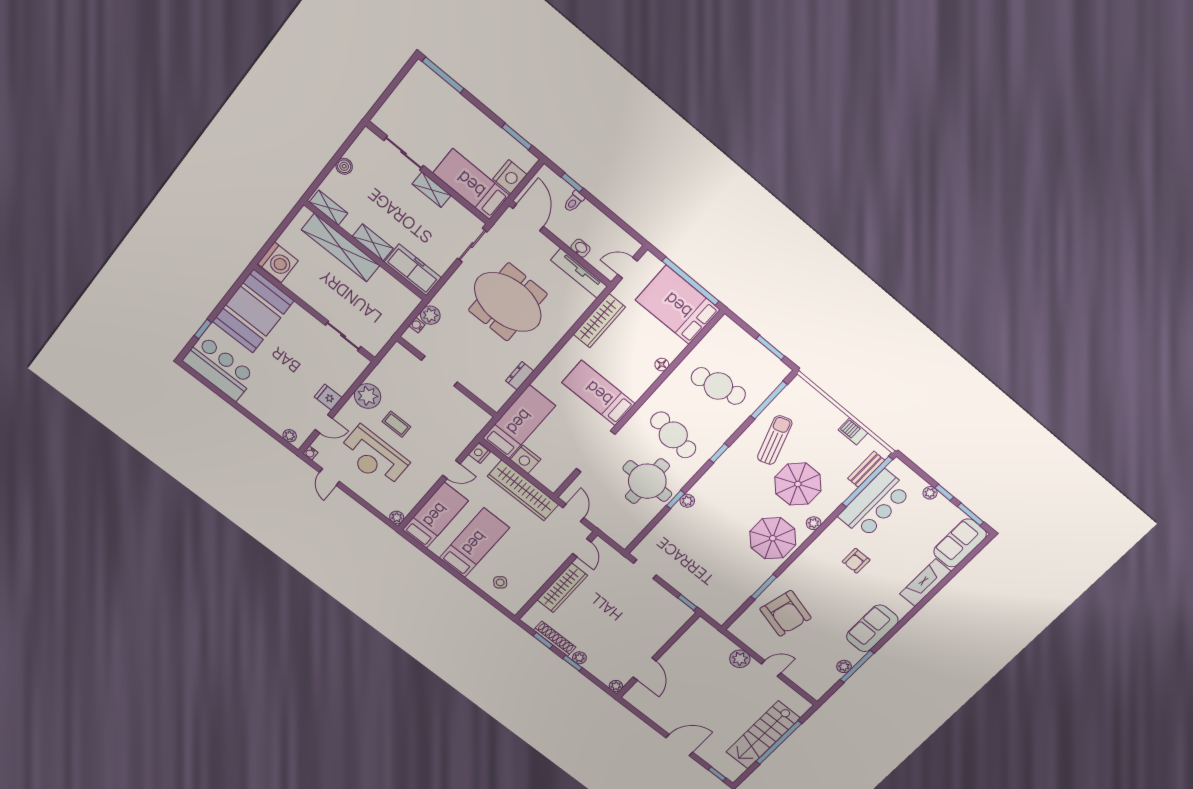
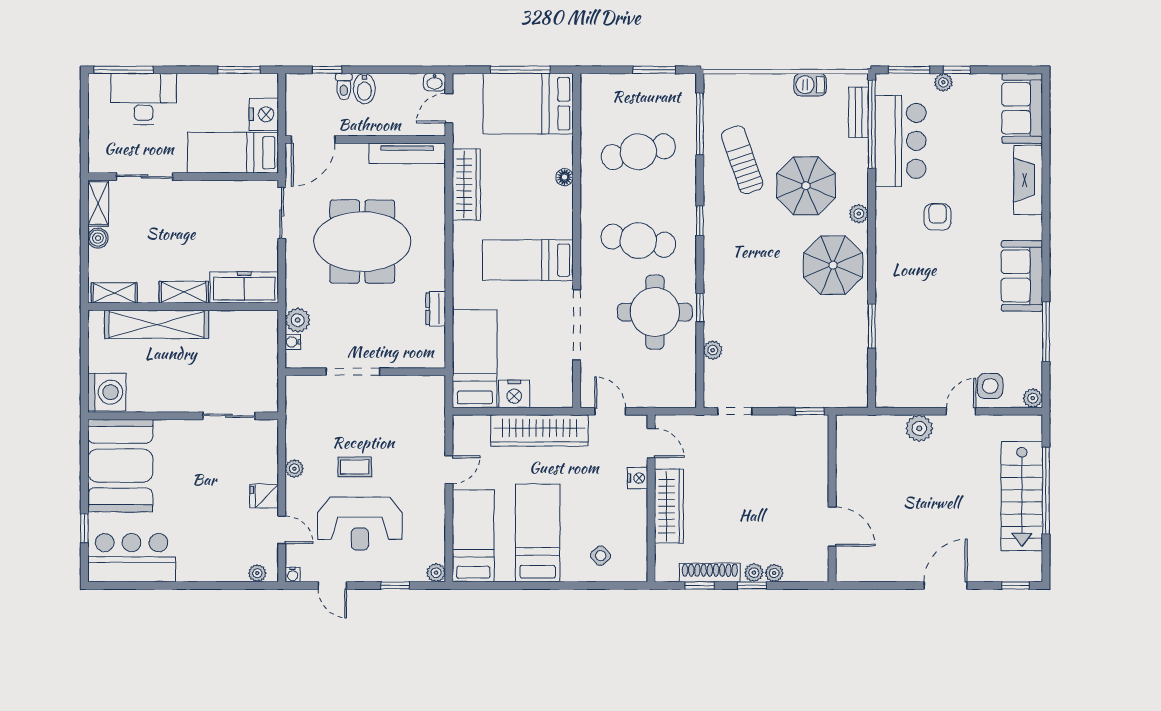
desk: (441, 104) -> (144, 99), added
shelving: (432, 190) -> (98, 203), moved, turned 90
bidet: (586, 213) -> (364, 89), added
door: (528, 217) -> (313, 139), swing flipped
washbasin: (581, 248) -> (435, 82), moved, turned 180
window: (691, 281) -> (520, 70), width x0.68
plant: (368, 396) -> (294, 469), width x0.53, depth x0.53
door: (324, 424) -> (282, 530), hinge flipped
nightstand: (479, 453) -> (638, 478), moved, turned 180
plant: (687, 501) -> (713, 350), moved
window: (367, 506) -> (395, 585), added
window: (971, 514) -> (909, 70), moved
armchair: (856, 561) -> (938, 217), turned 180
armchair: (785, 613) -> (920, 336), removed
plant: (844, 666) -> (1033, 398), moved
side table: (800, 669) -> (990, 386), added
plant: (616, 686) -> (774, 573), moved

